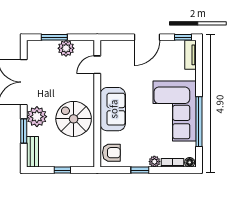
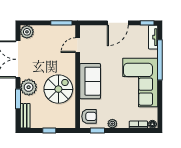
window: (54, 37) -> (61, 23), moved
plant: (66, 48) -> (27, 32), moved
spiral stairs: (74, 119) -> (58, 89), turned 90
window: (199, 122) -> (160, 60), moved
plant: (154, 162) -> (112, 124), moved
window: (140, 170) -> (97, 130), moved

